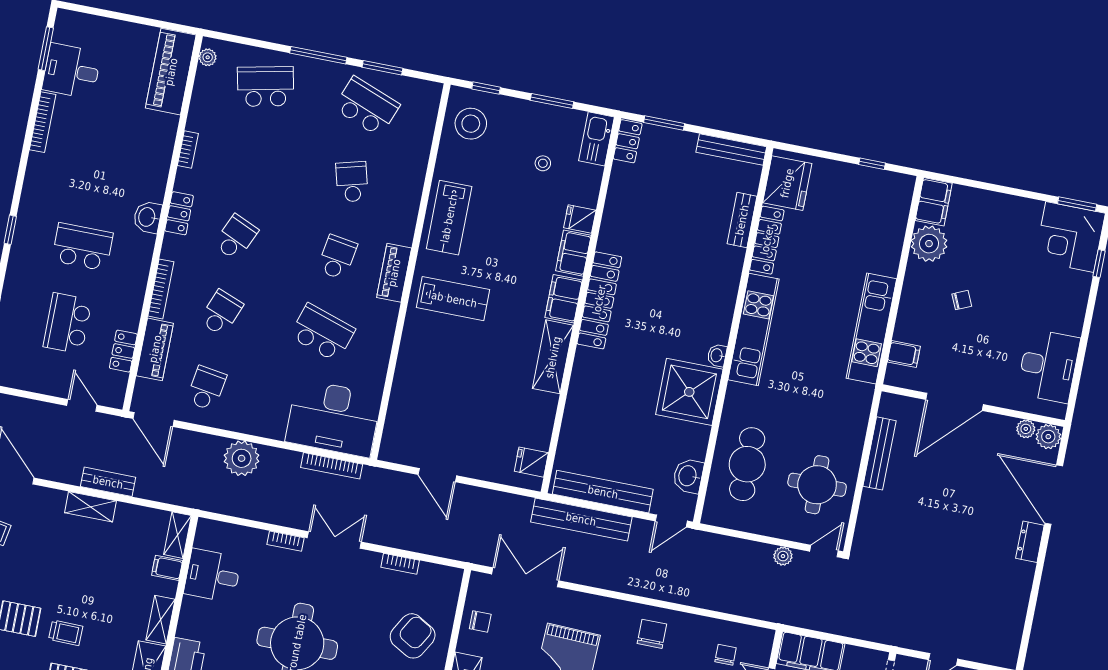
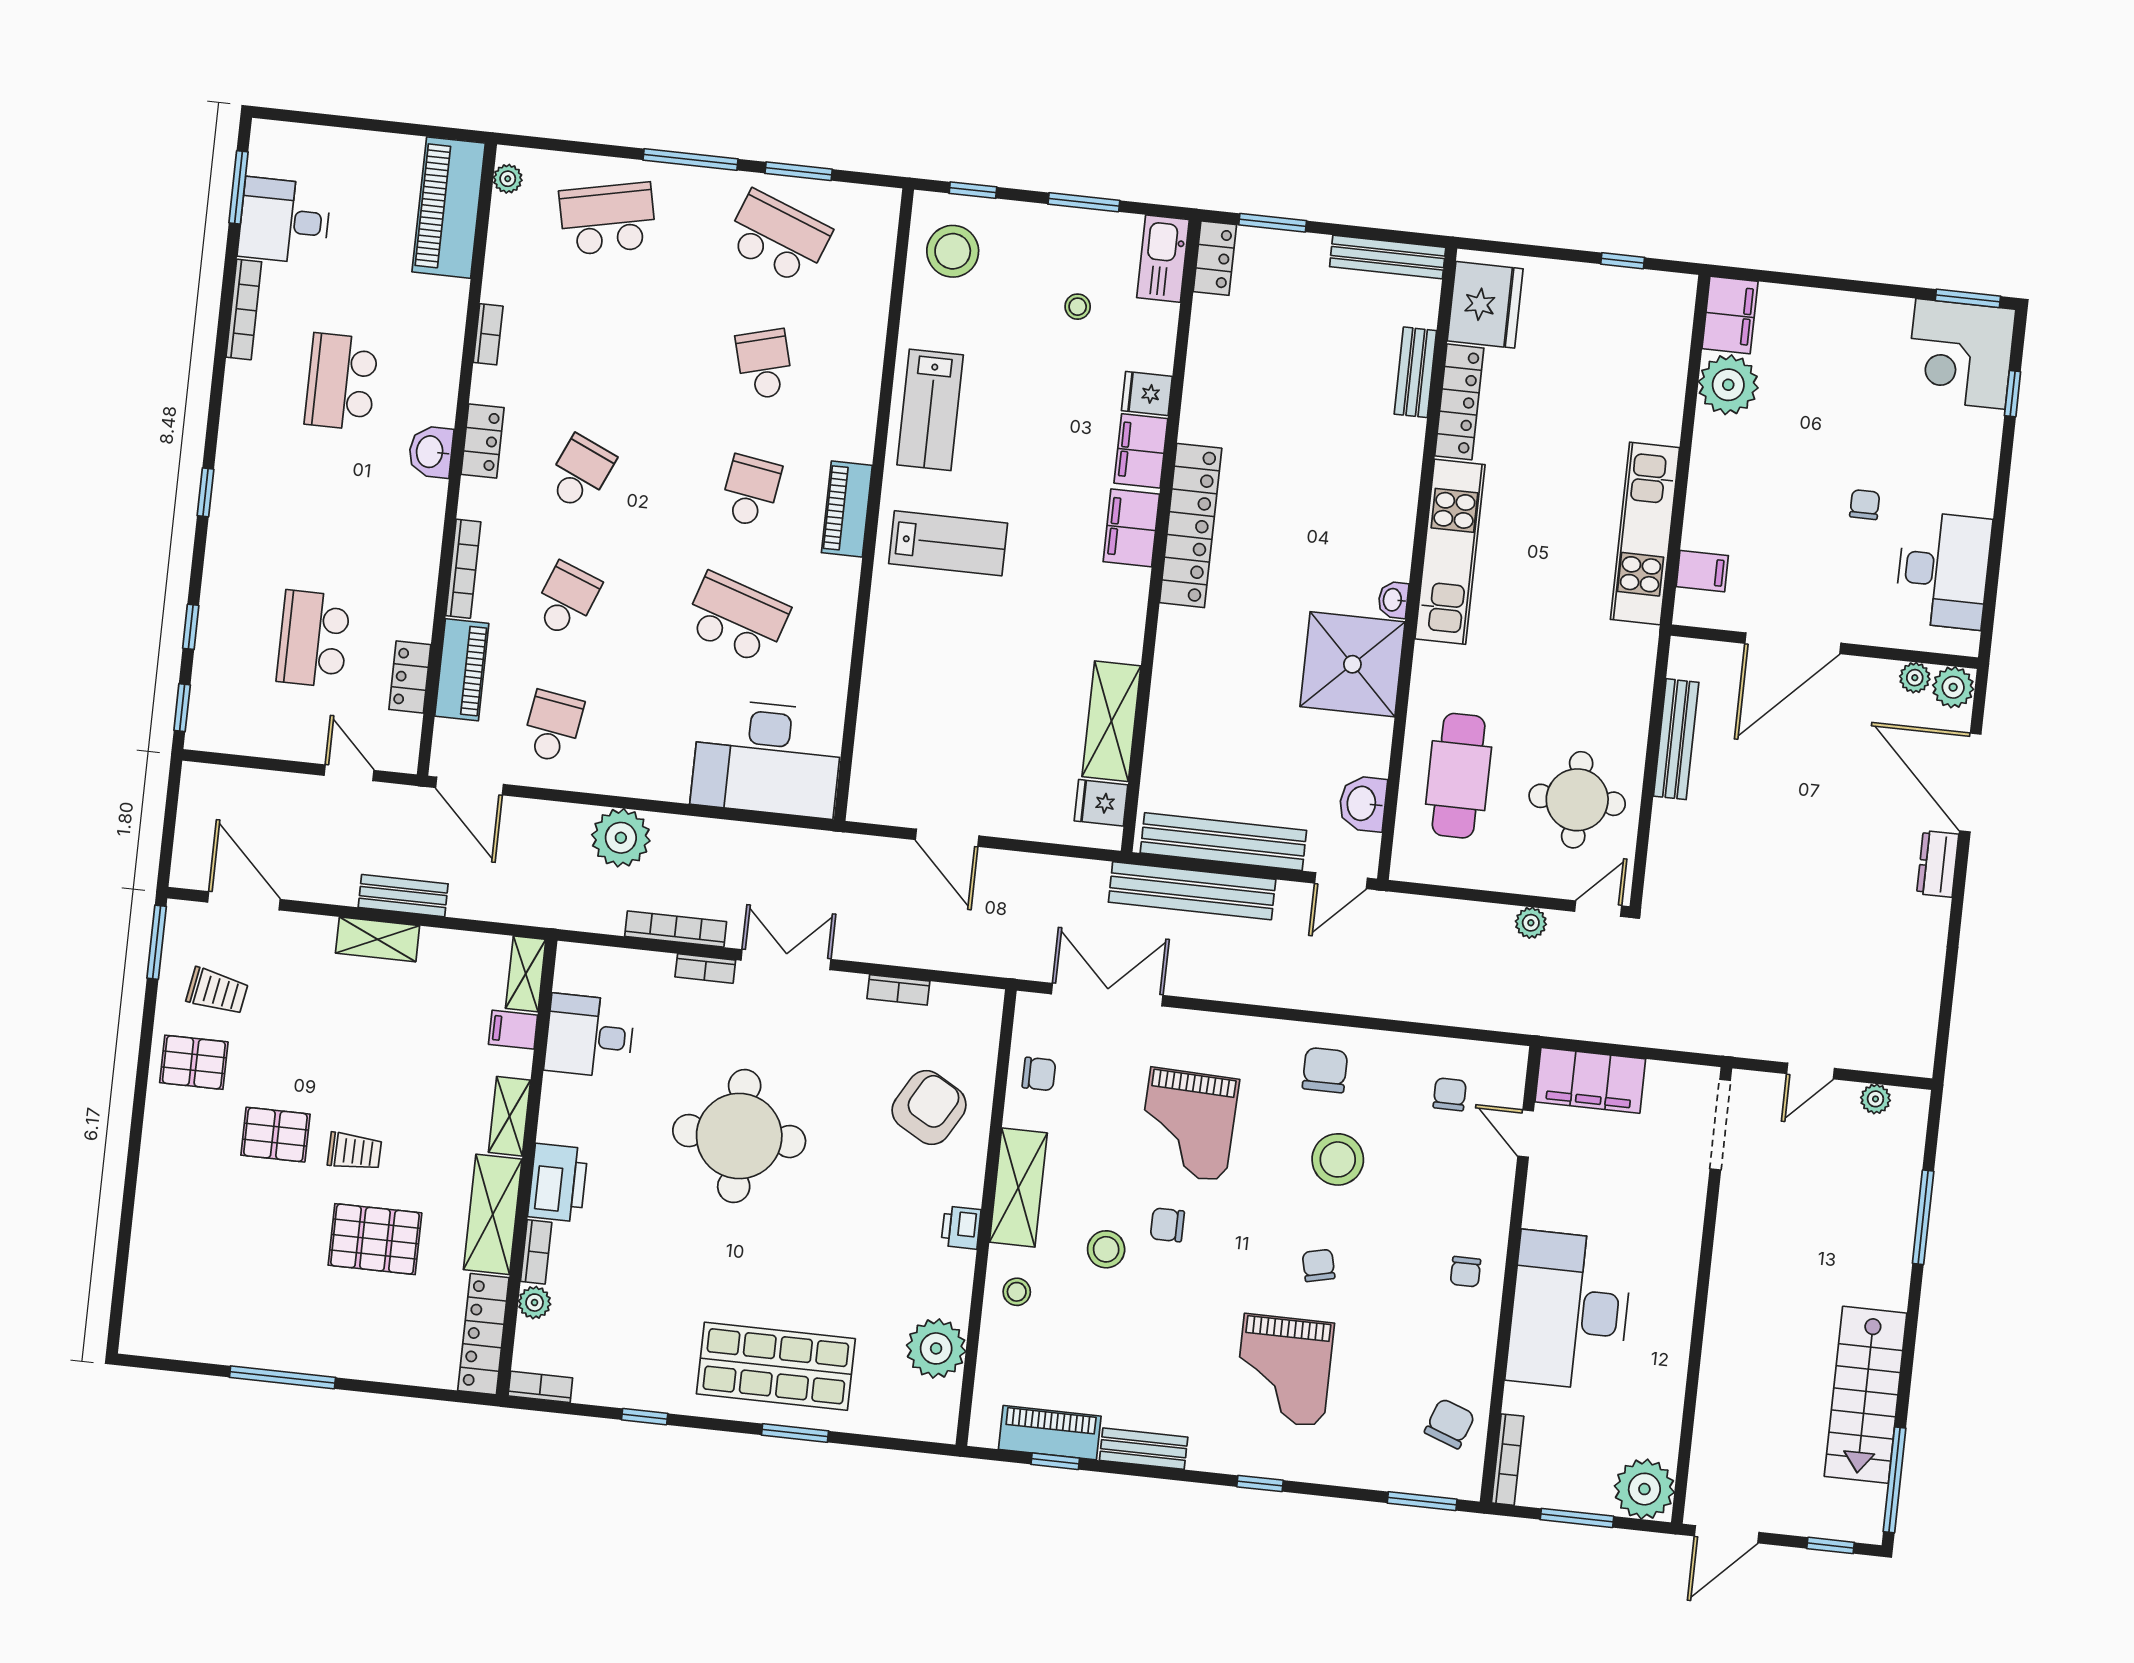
school desk: (82, 247) -> (341, 382), moved, turned -90
chair: (962, 300) -> (1865, 505), moved, turned -66
shelving: (553, 357) -> (1111, 721), moved
bookcase: (332, 466) -> (676, 929), moved, turned 180

